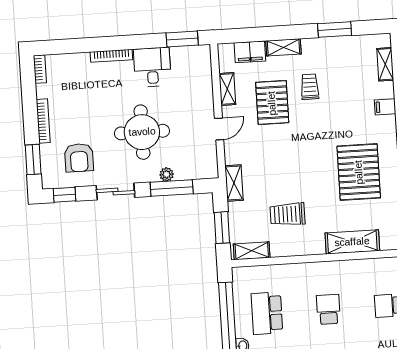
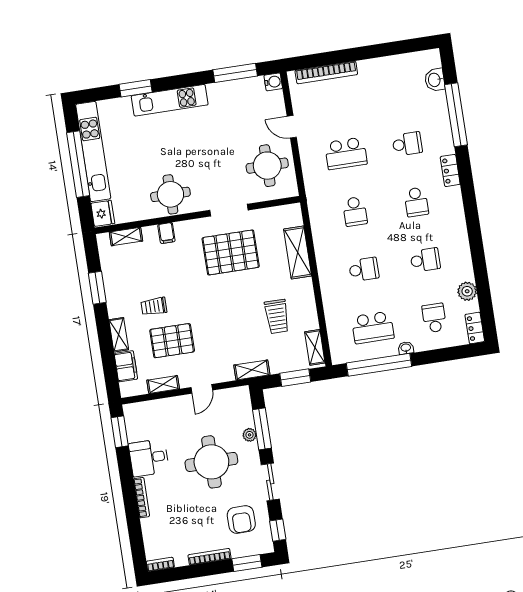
door: (219, 129) -> (202, 389), swing flipped
armchair: (79, 158) -> (241, 520), turned 90
school desk: (328, 309) -> (364, 269), turned 180

